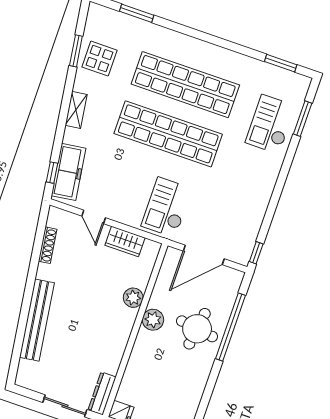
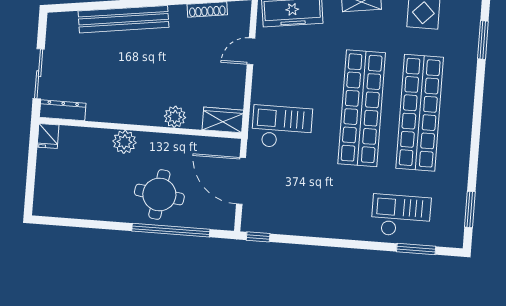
wardrobe: (125, 241) -> (223, 120), moved, turned 90
plant: (153, 320) -> (124, 142), moved

